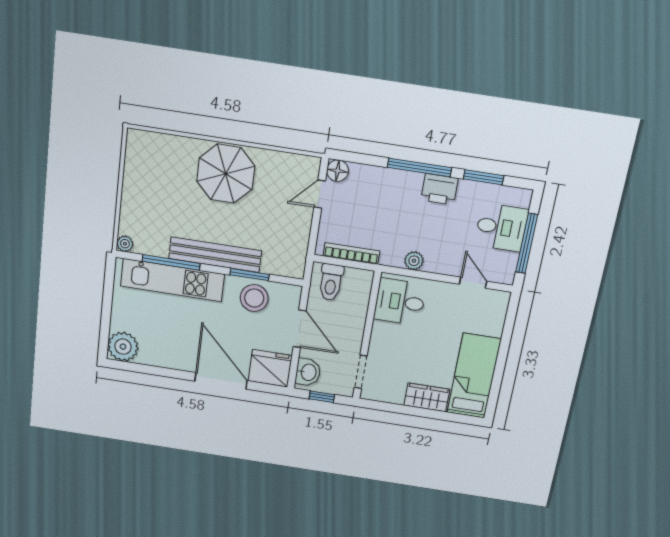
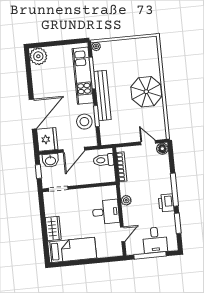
desk: (400, 302) -> (106, 212), moved, turned 90

